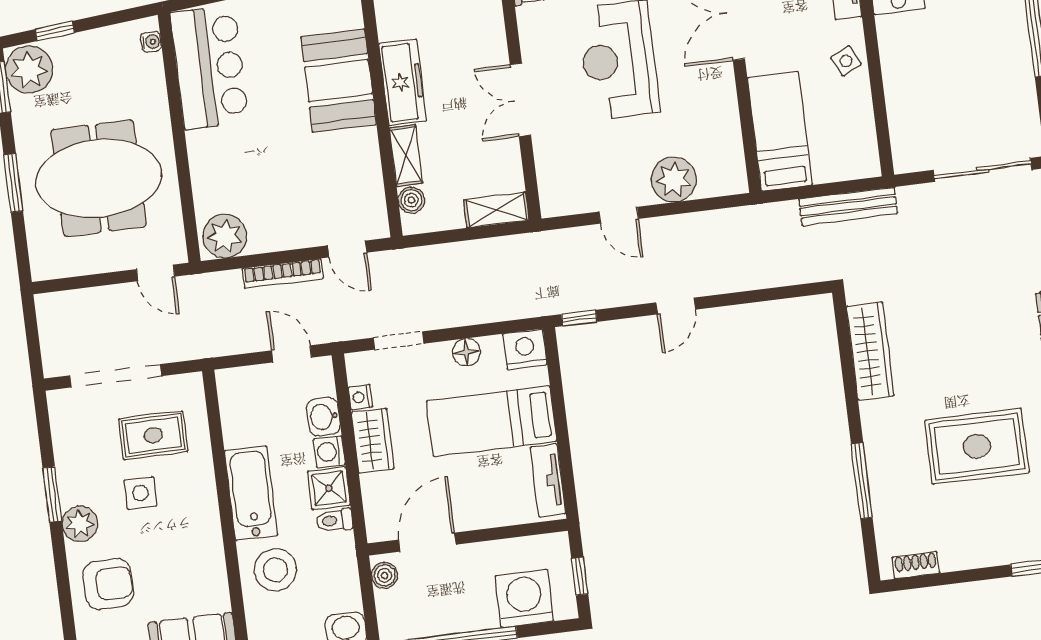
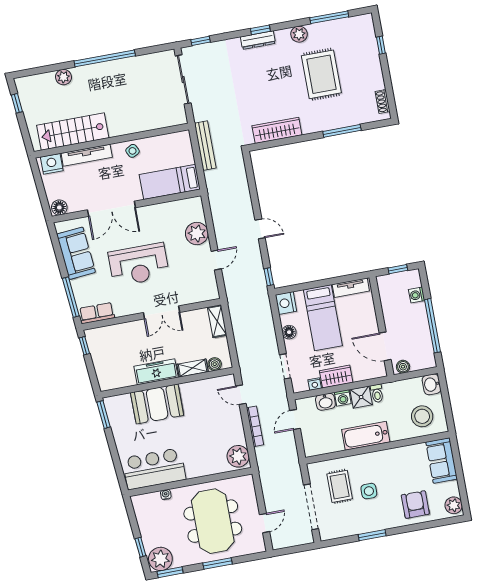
water cooler: (151, 42) -> (166, 495), moved
door: (347, 249) -> (241, 395), swing flipped
door: (156, 273) -> (265, 523), moved
plant: (80, 524) -> (386, 521), removed
stool: (275, 570) -> (422, 416), moved
washing machine: (524, 598) -> (417, 295), width x0.53, depth x0.53

